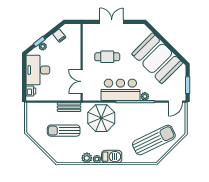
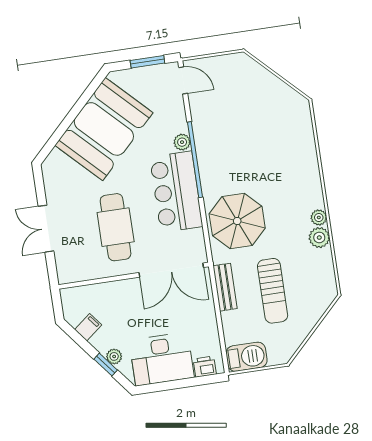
cafe table: (107, 57) -> (116, 227), width x1.37, depth x1.35
double door: (82, 81) -> (171, 270), width x1.37
sun lounger: (154, 140) -> (265, 112), removed
barbecue: (112, 157) -> (247, 357), moved, turned 90

